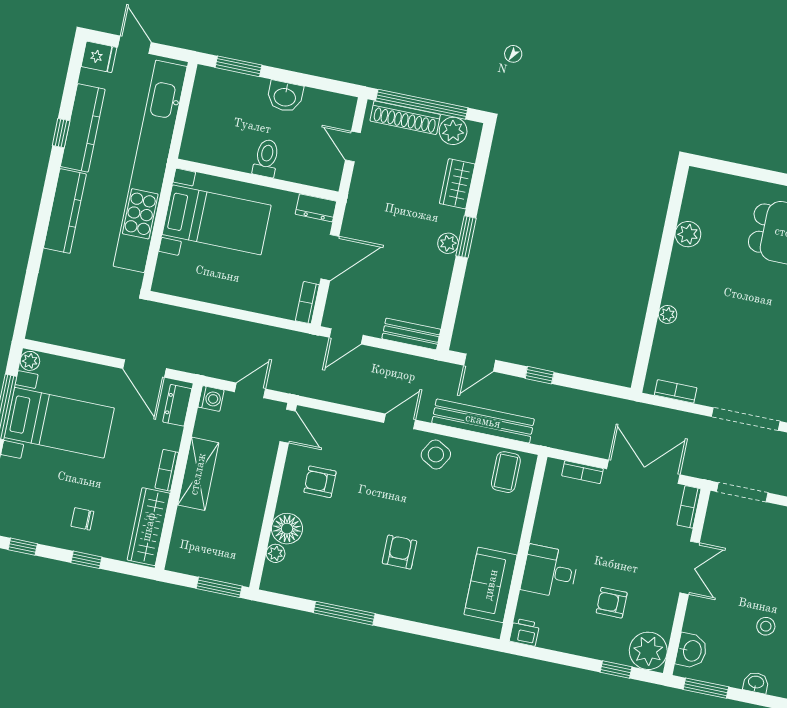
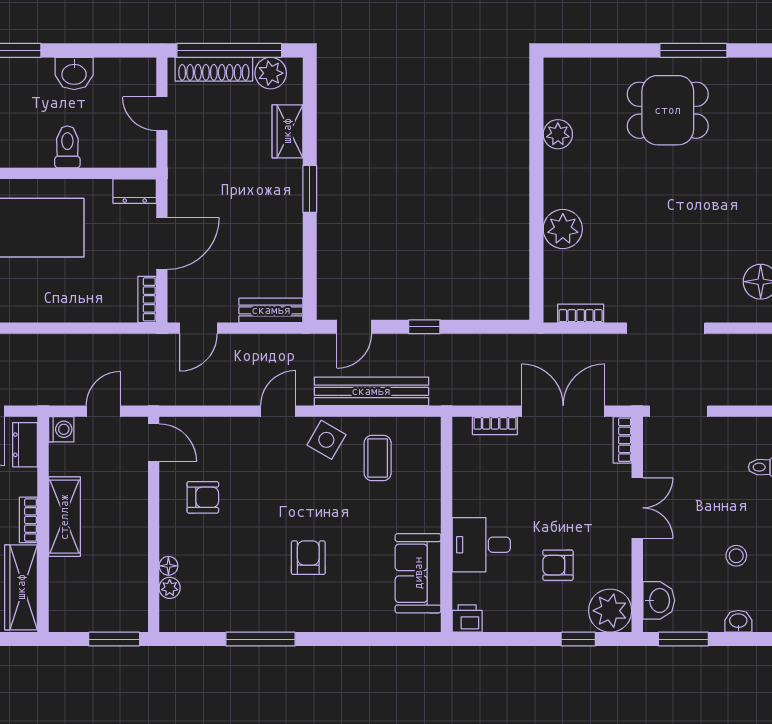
plant: (448, 243) -> (291, 200), removed
plant: (668, 314) -> (563, 229), width x1.87, depth x1.87
coffee table: (506, 472) -> (378, 458), moved
armchair: (320, 482) -> (203, 497), turned 180
floor lamp: (287, 529) -> (168, 566), width x0.53, depth x0.53

